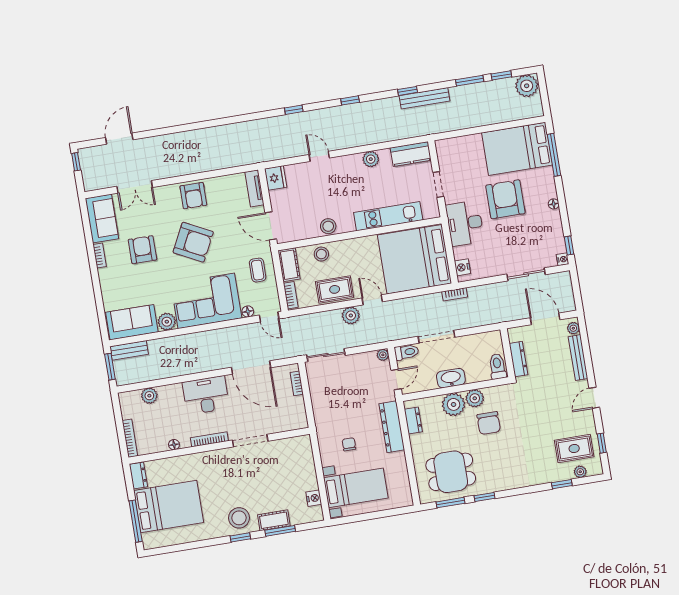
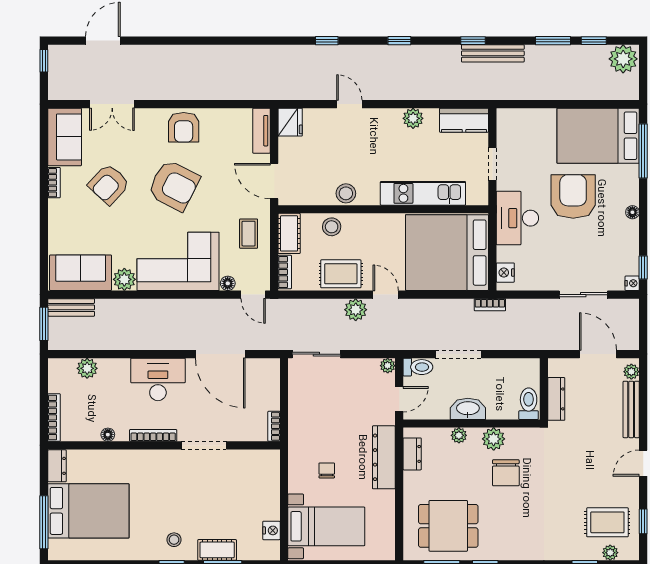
armchair: (142, 250) -> (109, 184), turned -137
bookcase: (297, 383) -> (274, 426), moved
plant: (454, 404) -> (459, 435), width x0.53, depth x0.53
stool: (239, 518) -> (174, 540), width x0.53, depth x0.53

